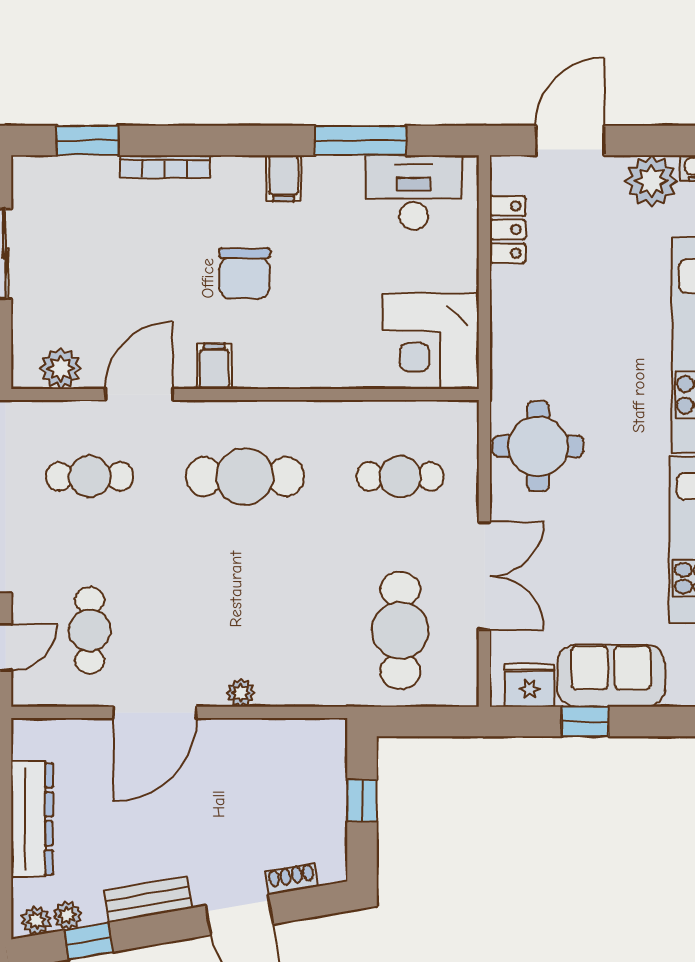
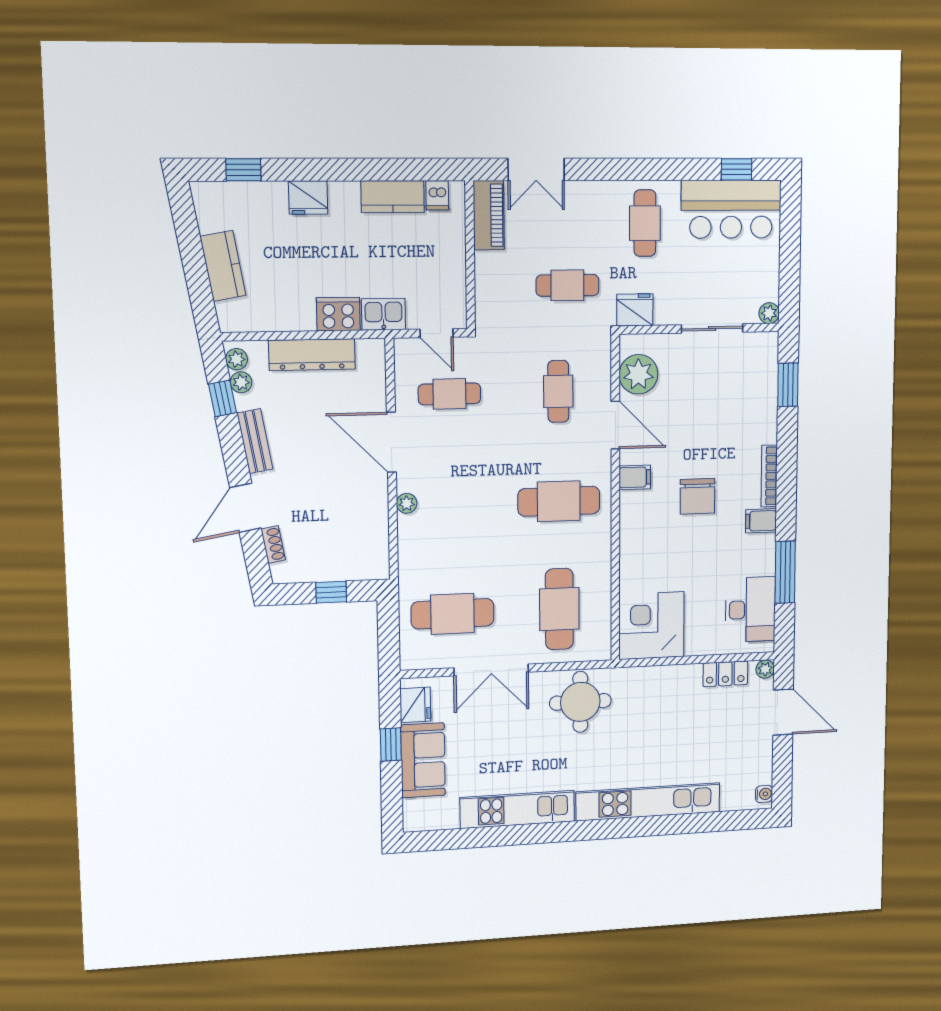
bookcase: (165, 167) -> (769, 476), moved
plant: (651, 181) -> (765, 669), moved, width x0.53, depth x0.53
chair: (245, 273) -> (697, 496), turned -90
plant: (61, 368) -> (638, 374), width x1.36, depth x1.36
cafe table: (245, 477) -> (559, 501), turned 90
cafe table: (400, 477) -> (559, 609), width x1.37, depth x1.35

